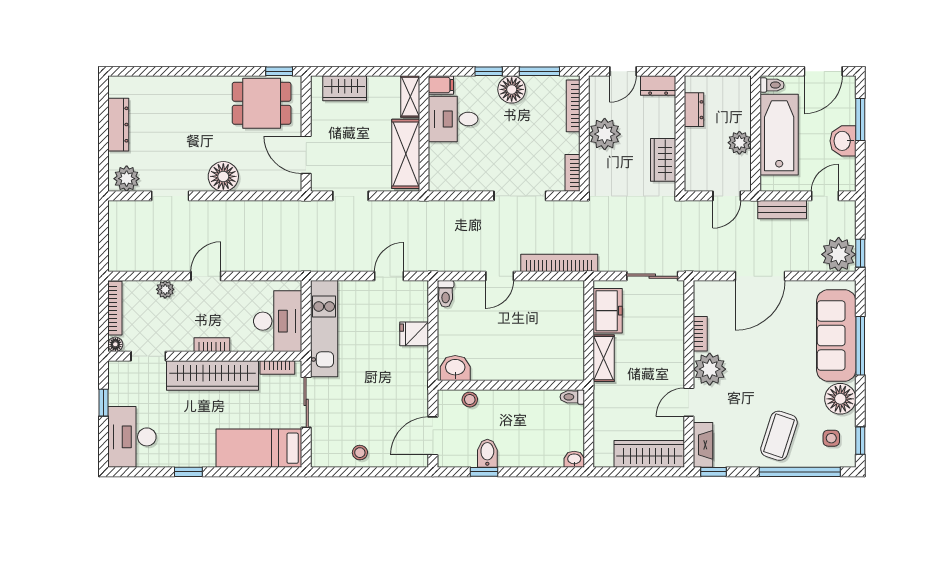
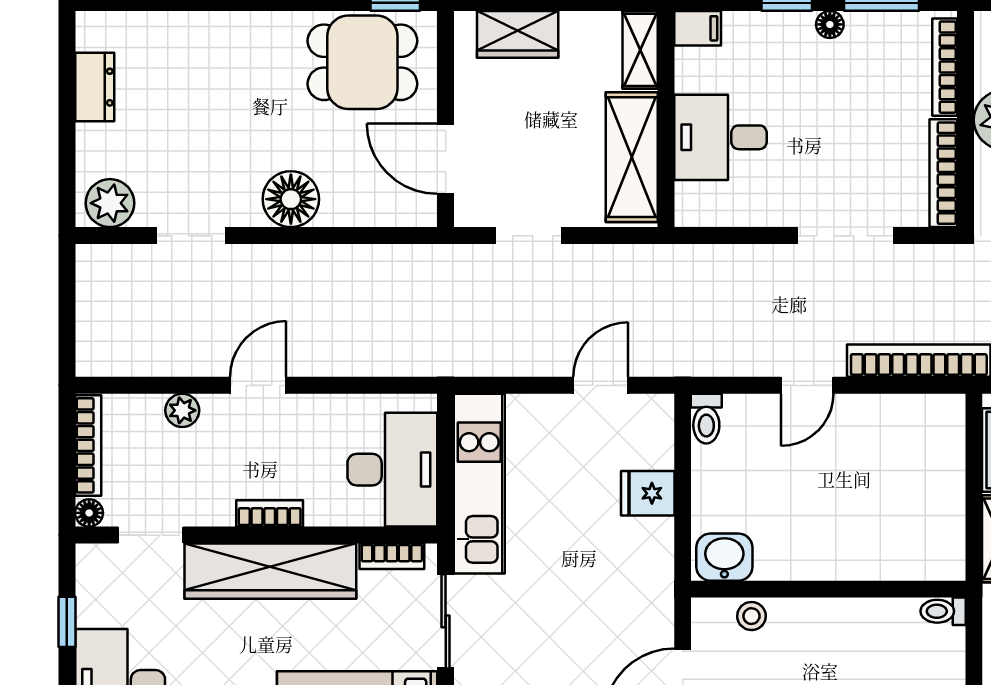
floor lamp: (512, 89) -> (830, 24), width x0.53, depth x0.53
desk: (453, 119) -> (720, 137), moved
dresser: (118, 125) -> (95, 87), width x0.70
bookcase: (572, 173) -> (943, 173), width x1.56

